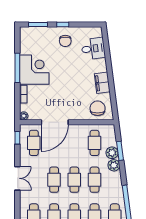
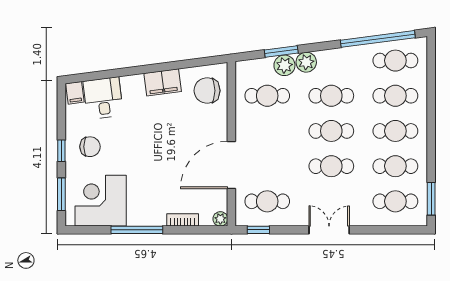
filing cabinet: (96, 32) -> (75, 93), added
corner desk: (34, 70) -> (101, 201), moved
door: (55, 122) -> (231, 165), swing flipped

